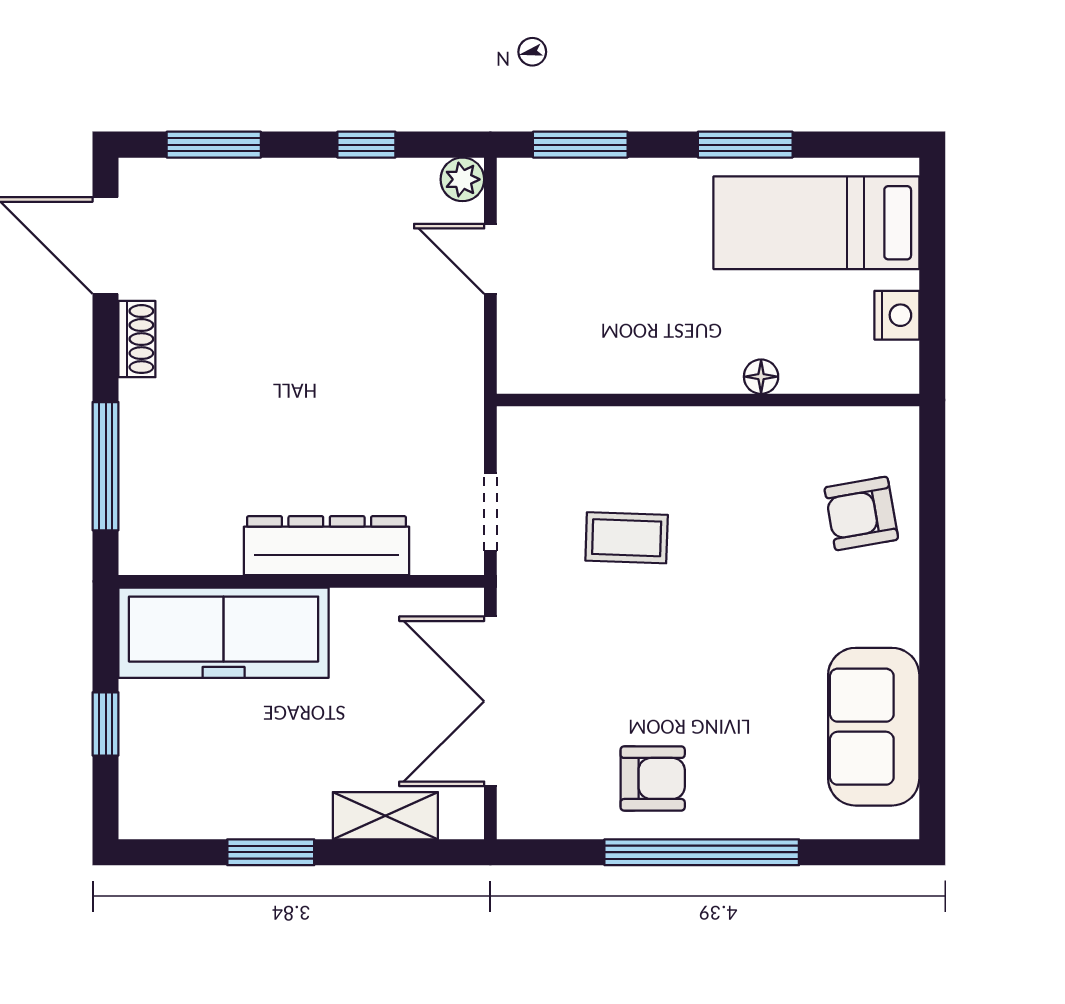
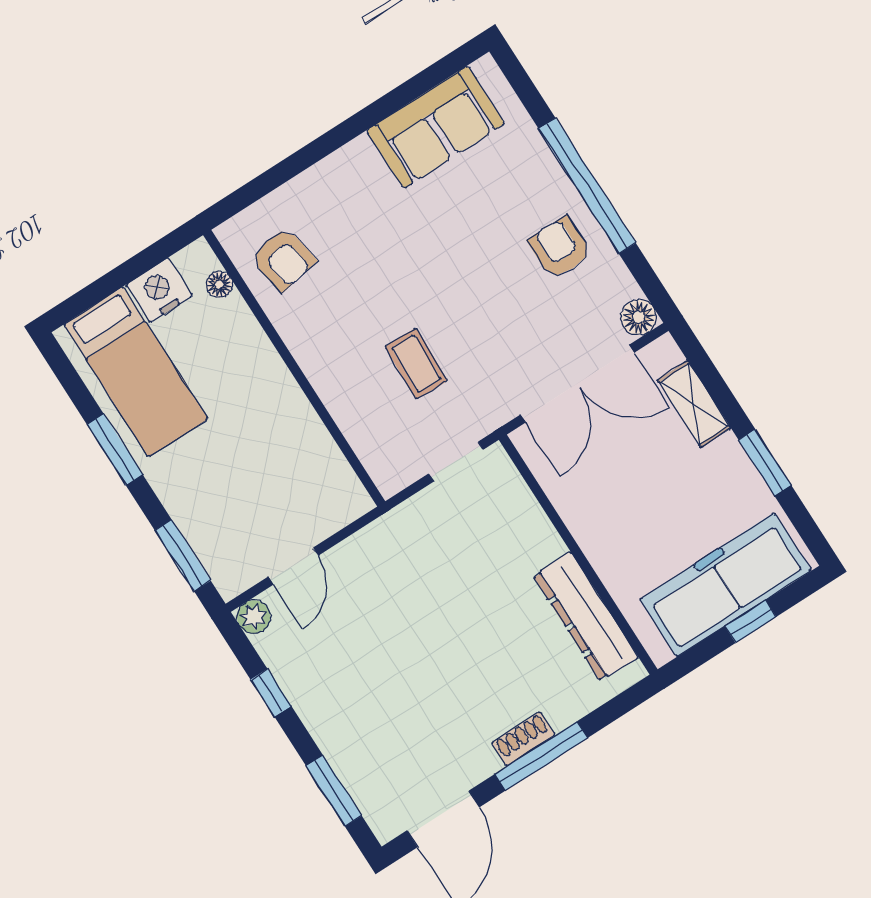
nightstand: (897, 315) -> (159, 290), width x1.36, depth x1.33
shoe rack: (137, 339) -> (523, 739), moved
floor lamp: (761, 377) -> (219, 284), moved
window: (106, 466) -> (541, 756), moved
armchair: (861, 513) -> (283, 259), moved
dresser: (327, 546) -> (586, 616), moved
freezer: (224, 633) -> (726, 585), moved, turned -90
floor lamp: (520, 816) -> (639, 317), added

